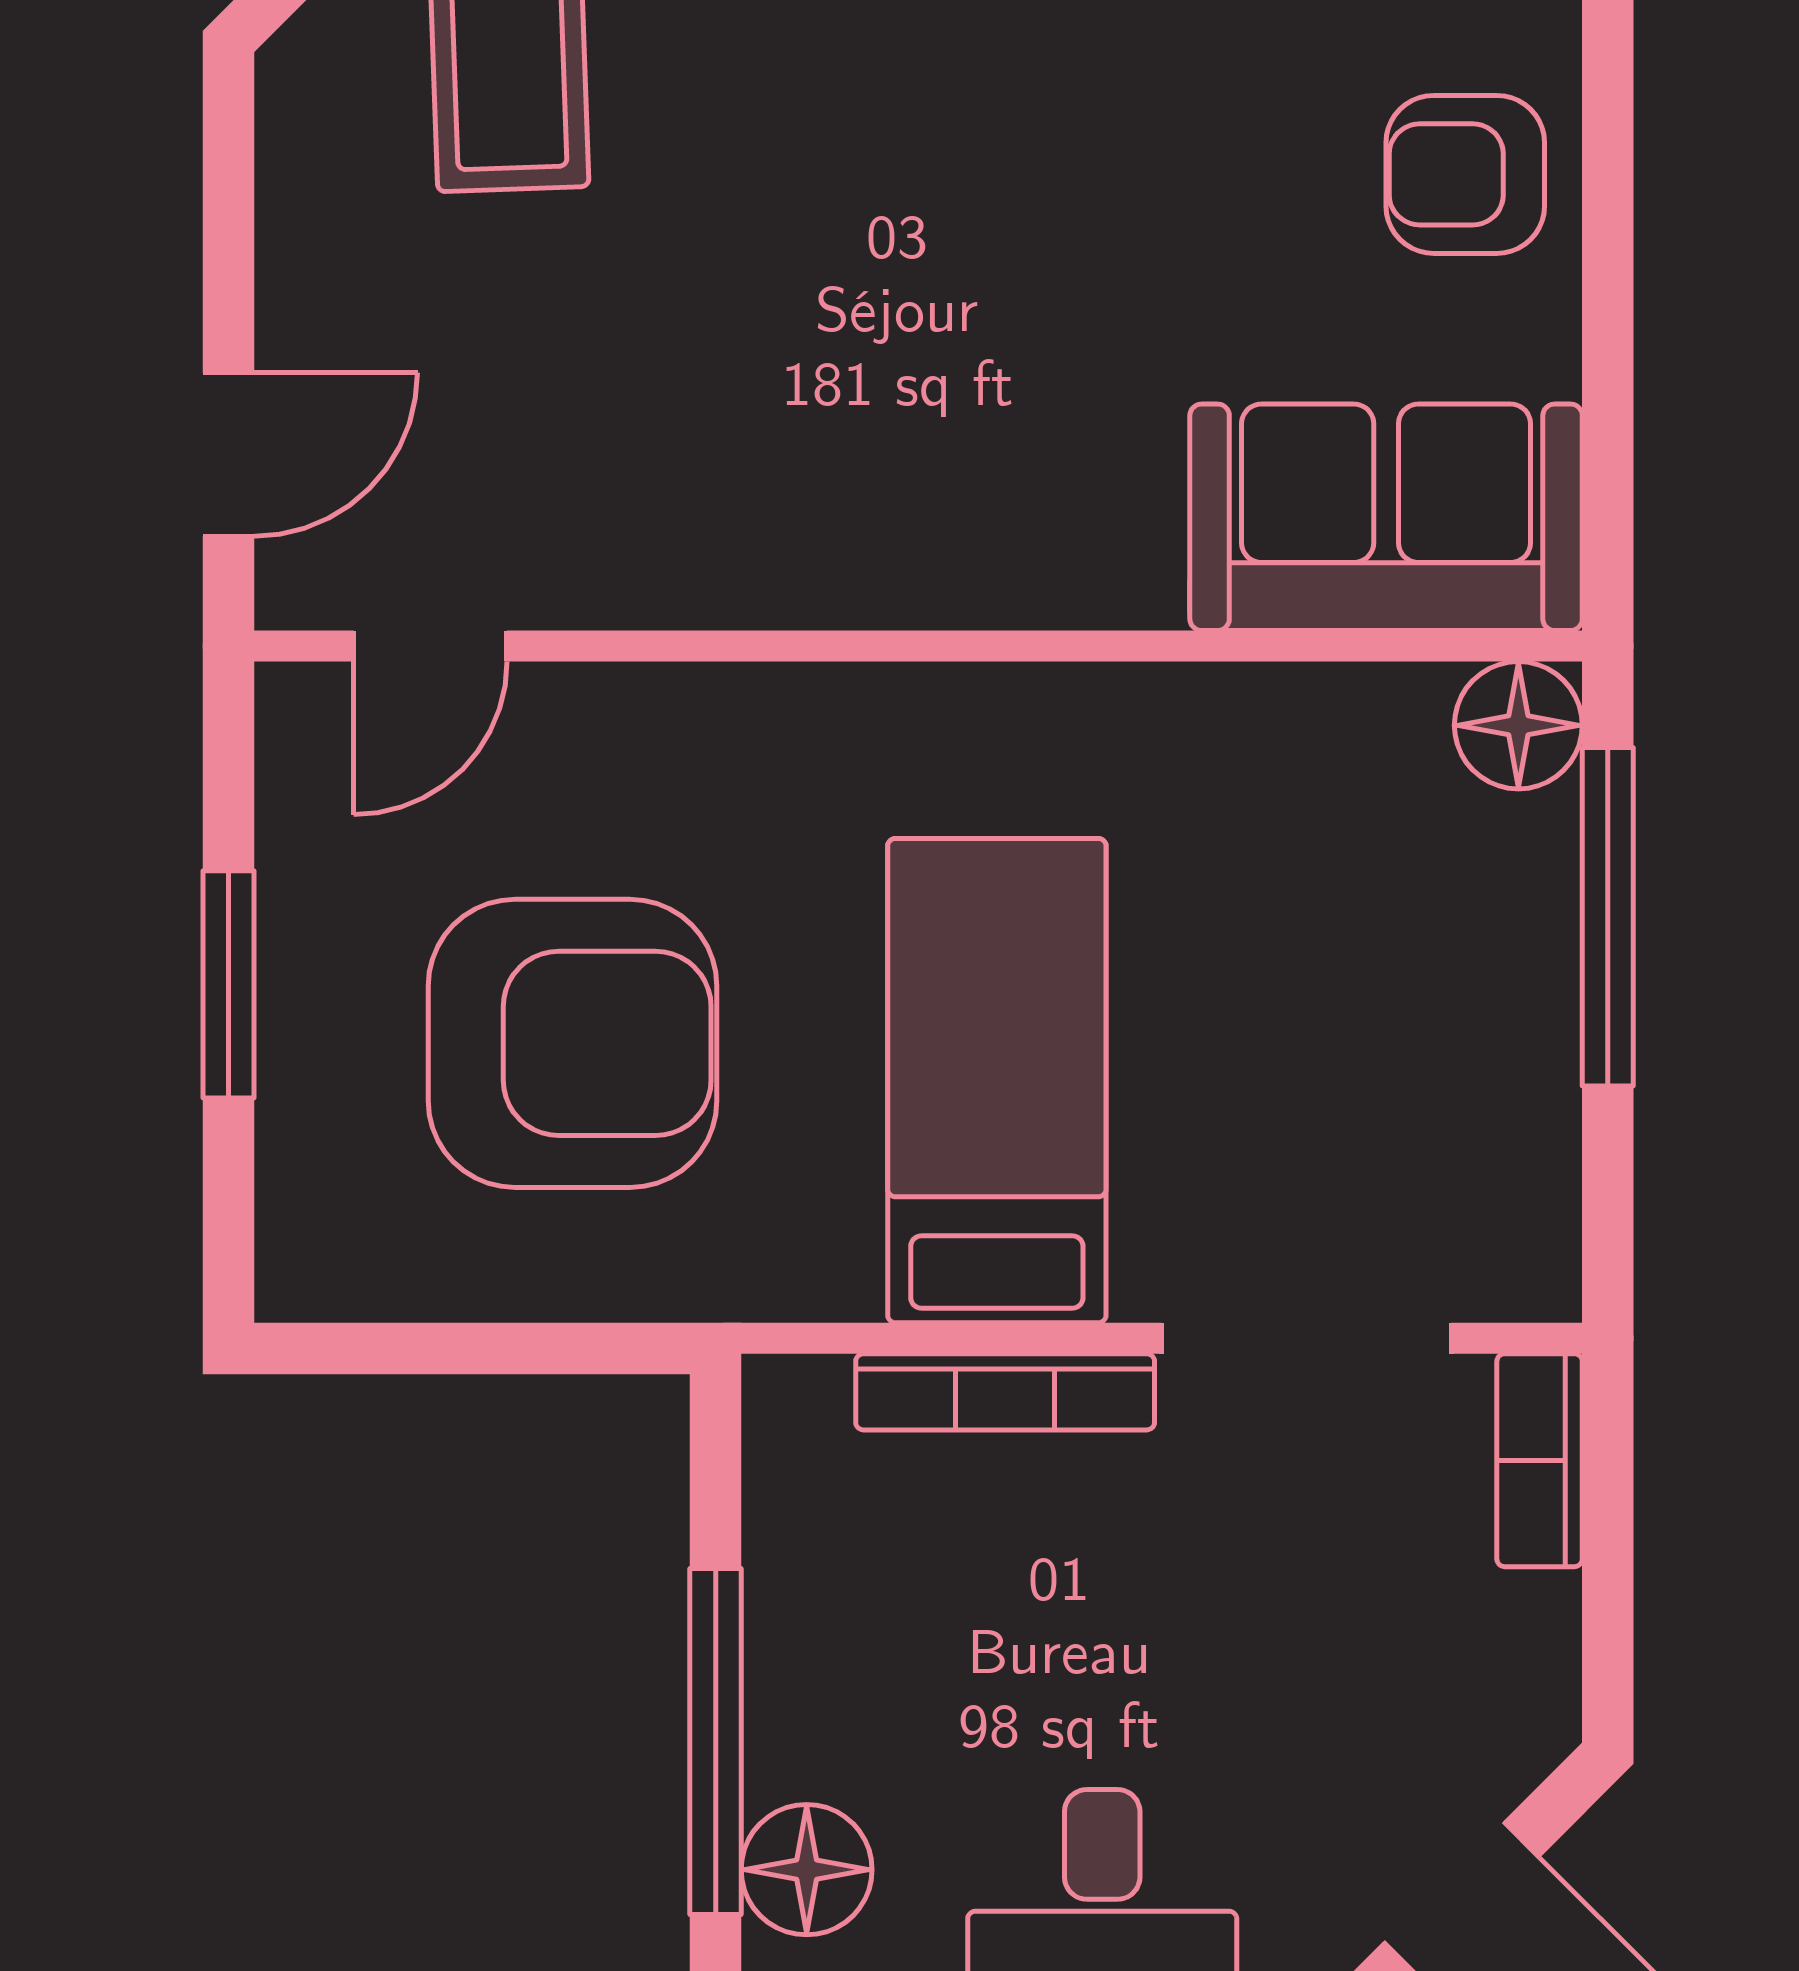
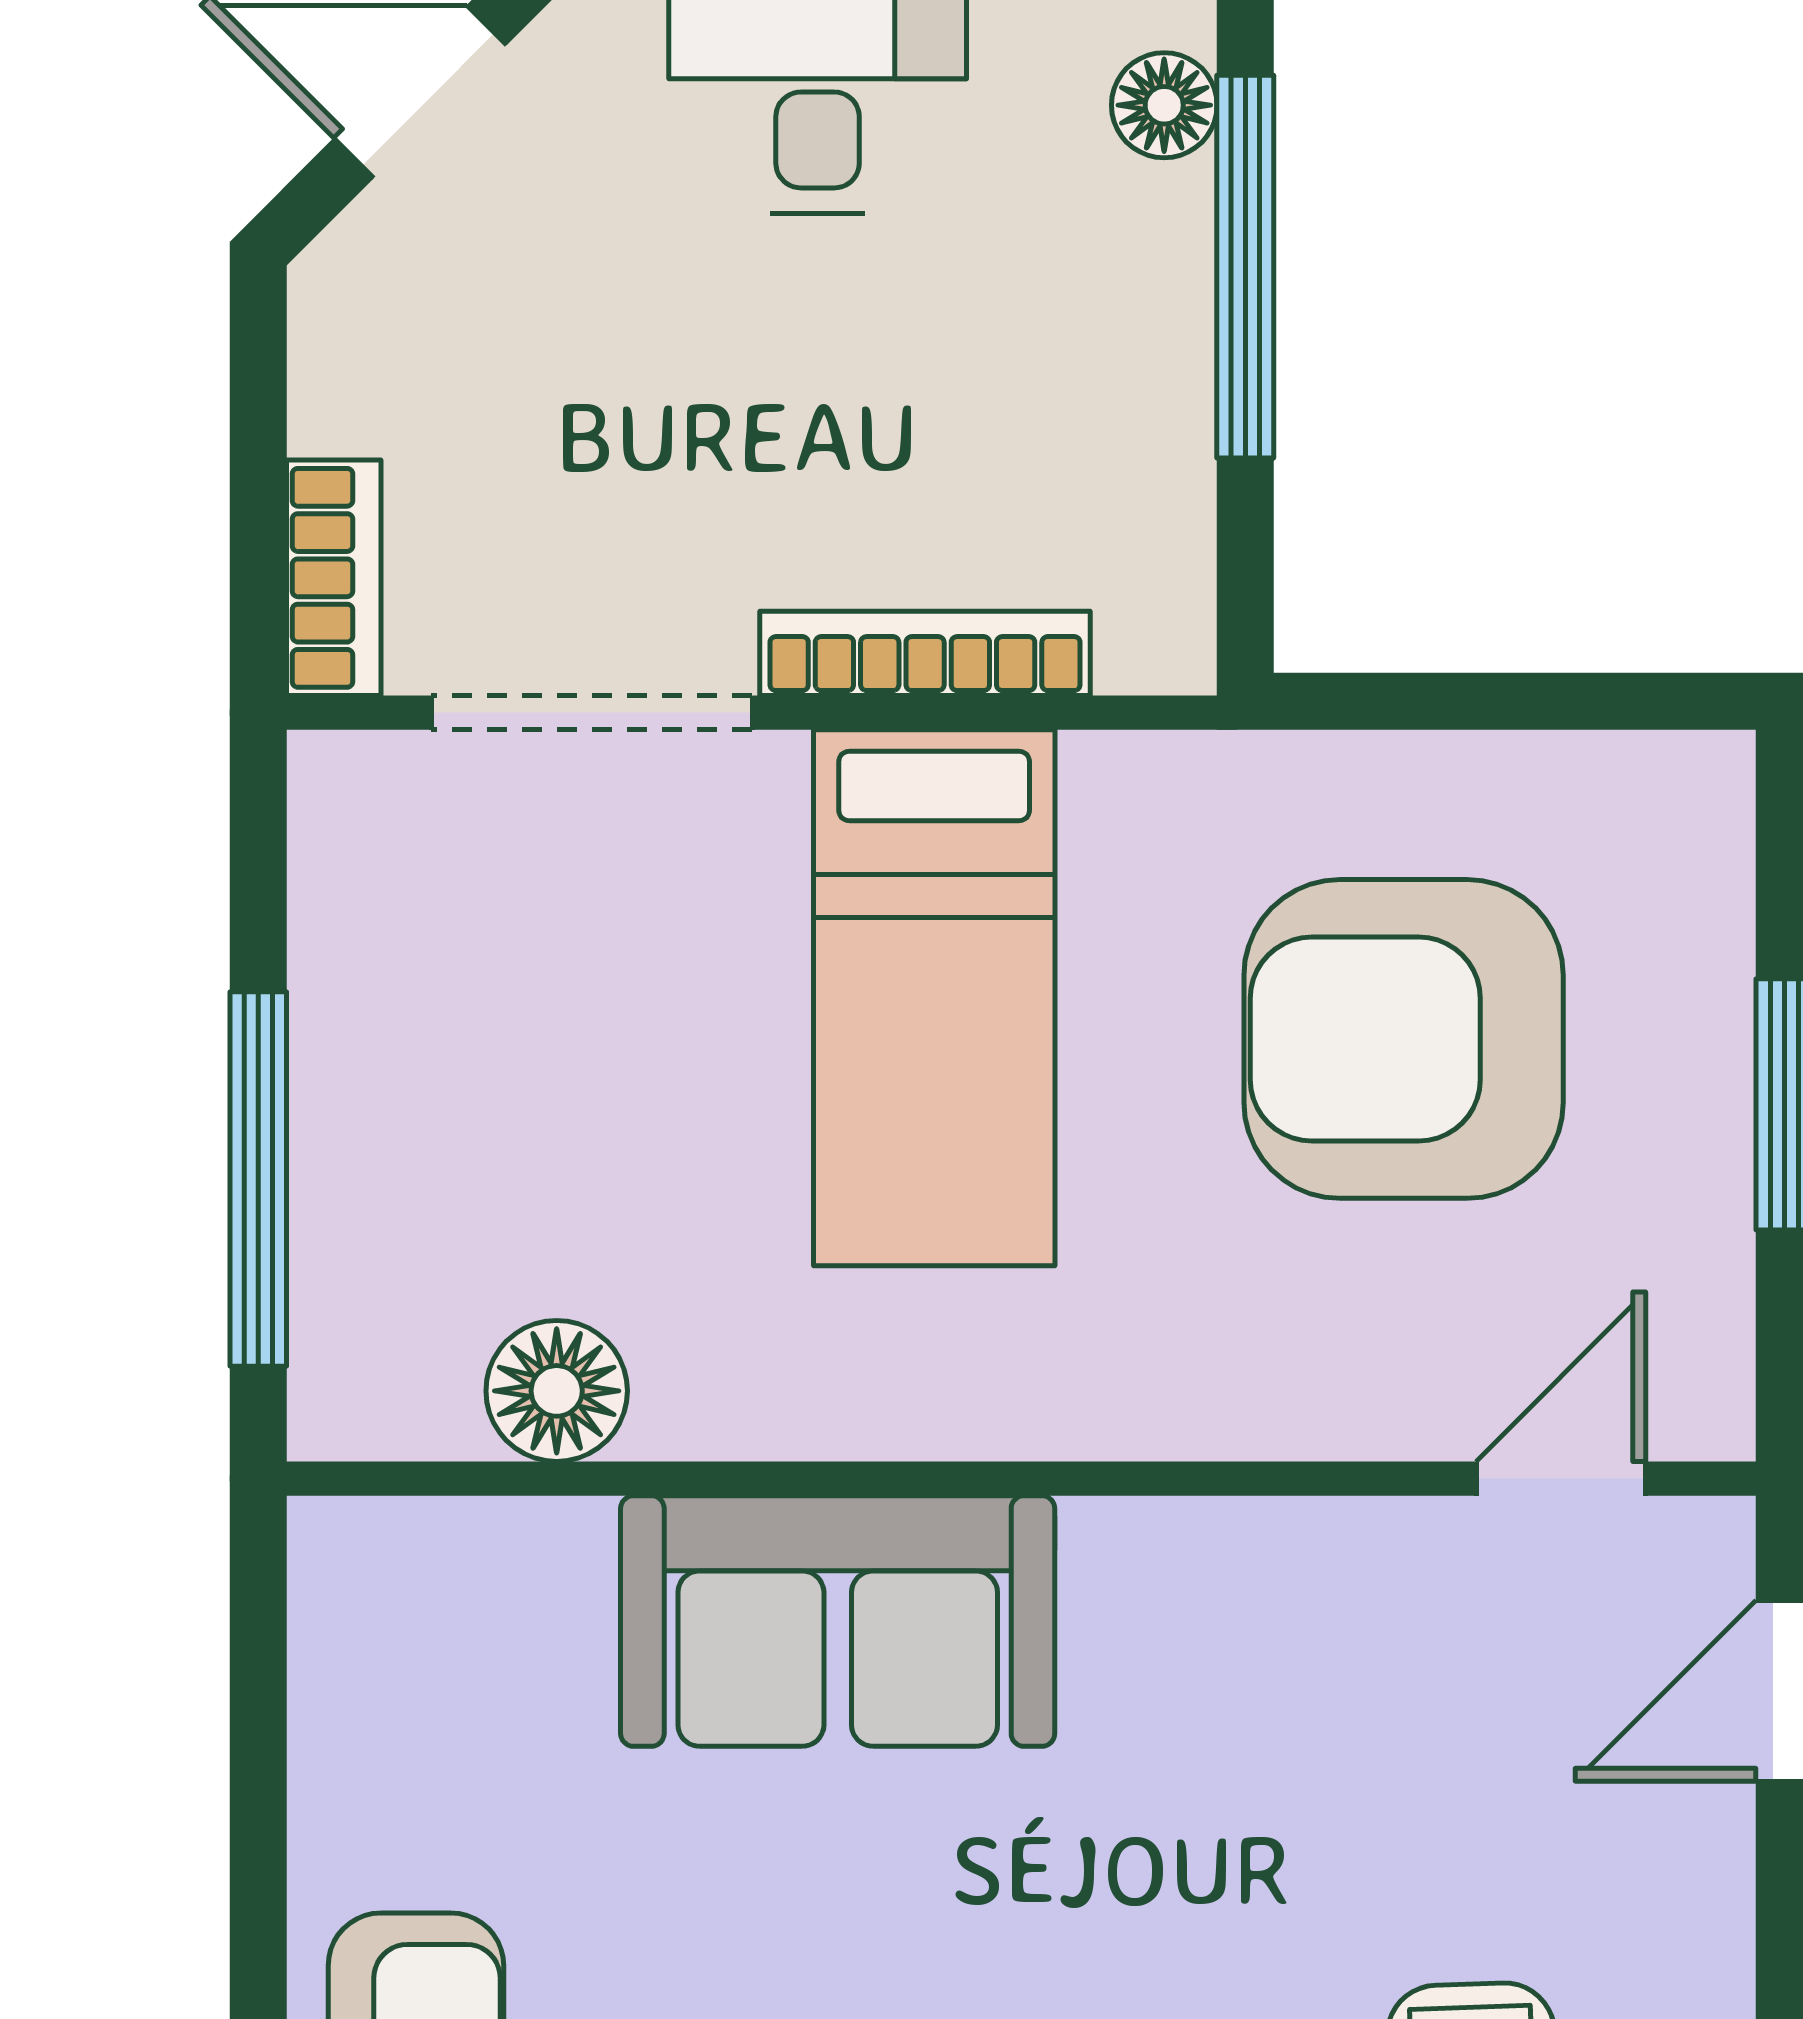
sofa: (1386, 517) -> (838, 1621), moved
floor lamp: (1518, 725) -> (557, 1391), moved
floor lamp: (807, 1870) -> (1164, 105), width x0.73, depth x0.73

